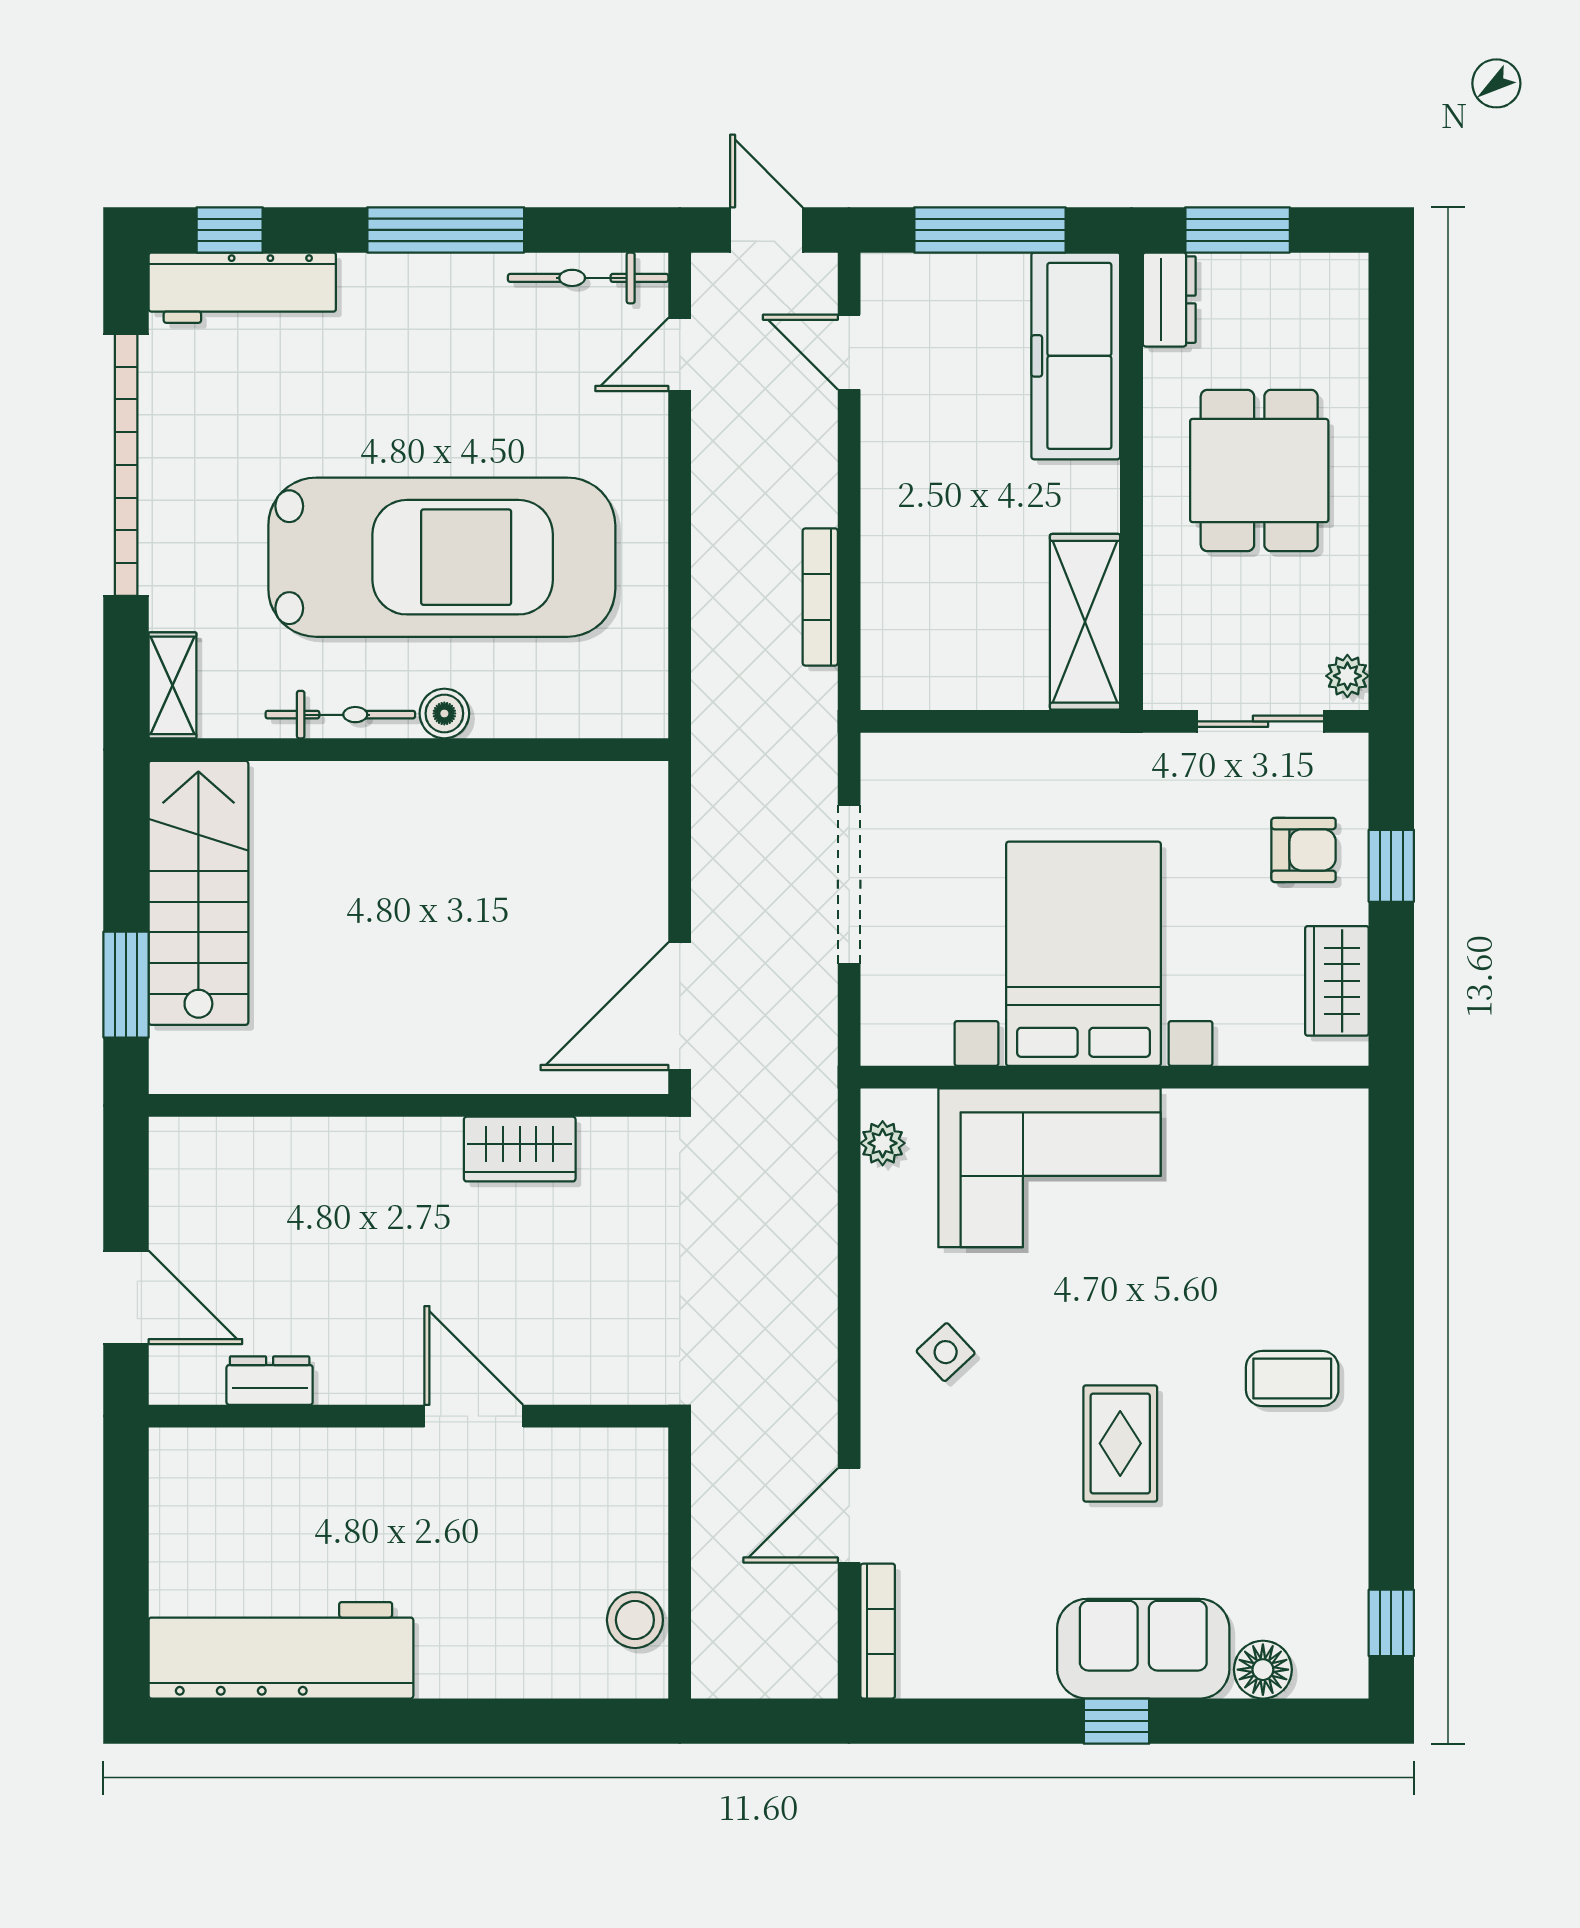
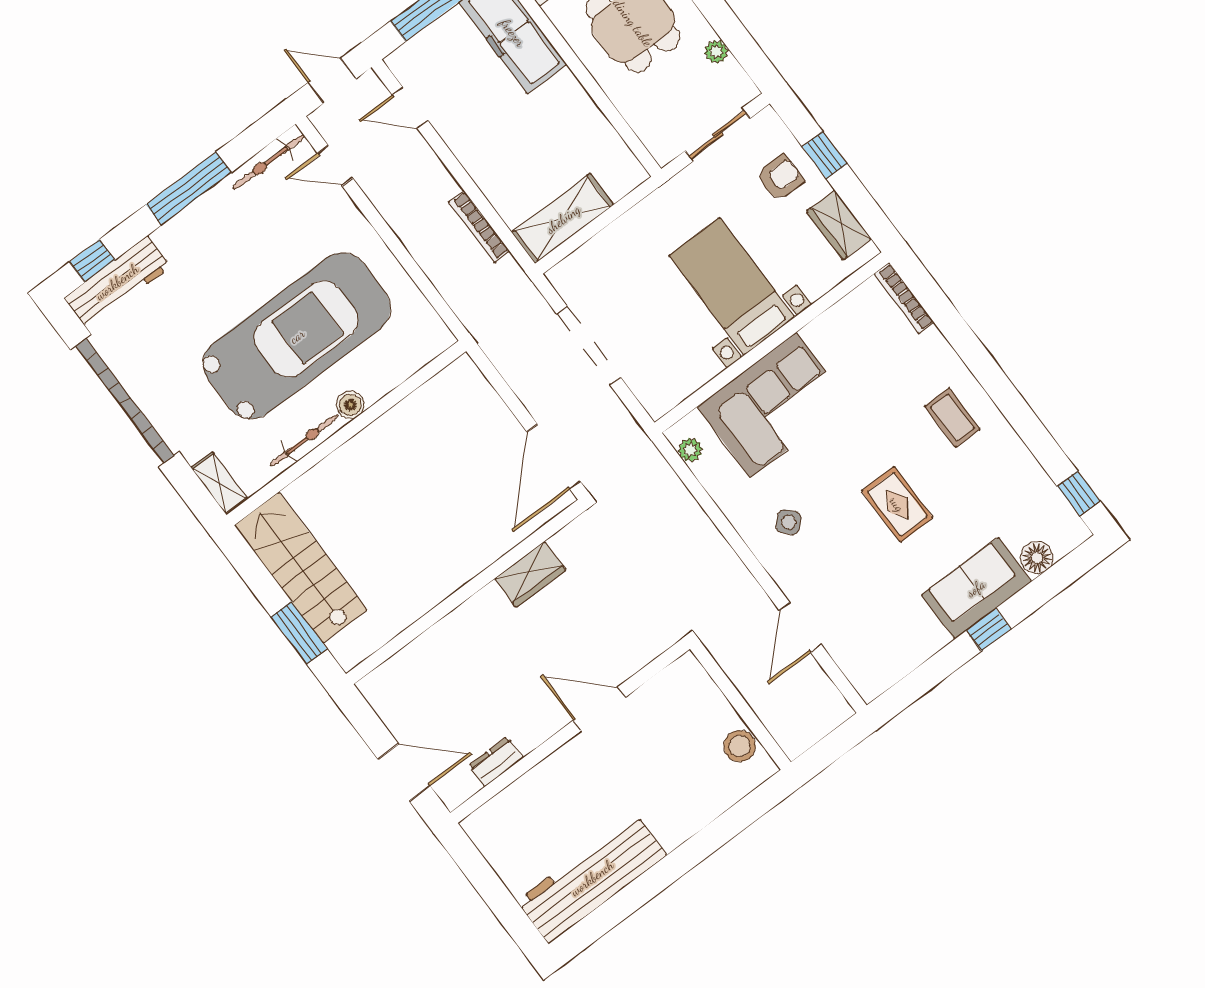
door: (680, 354) -> (335, 166), hinge flipped
shelving: (1085, 622) -> (563, 219), moved, turned 90
plant: (1347, 676) -> (716, 52), moved
bed with nightstands: (1083, 954) -> (732, 286), width x0.73
coffee table: (1292, 1379) -> (952, 418), turned 90
bookcase: (878, 1631) -> (904, 298), moved, turned 180

